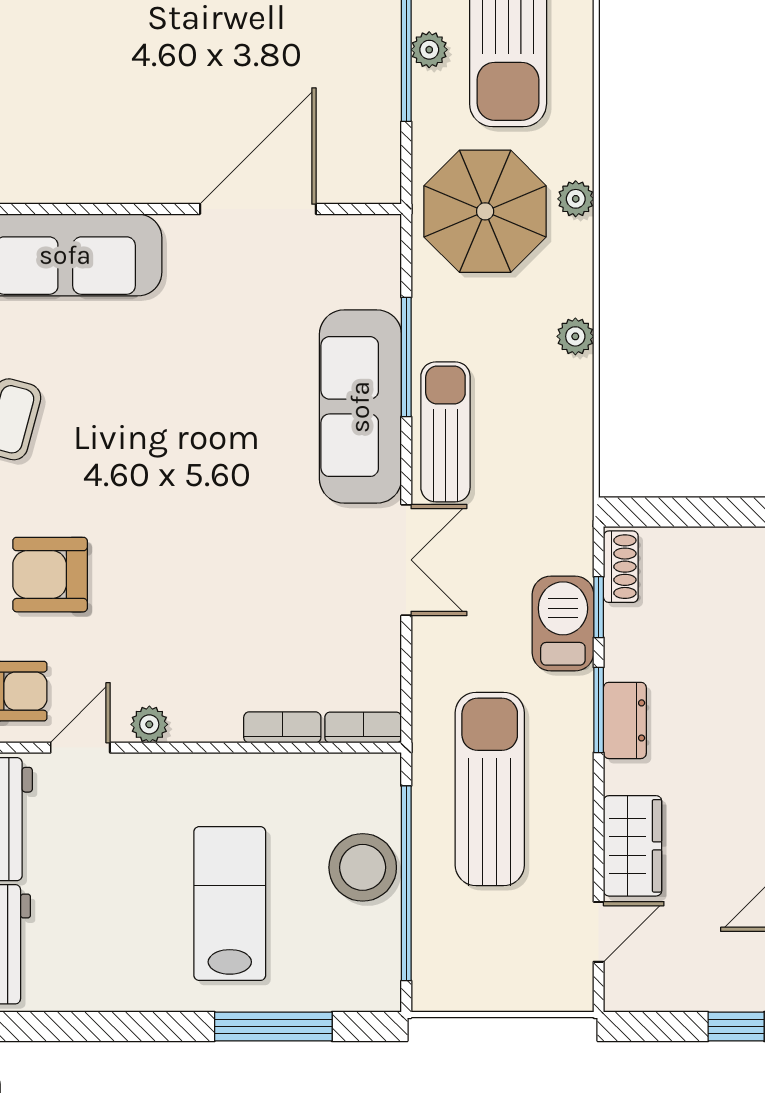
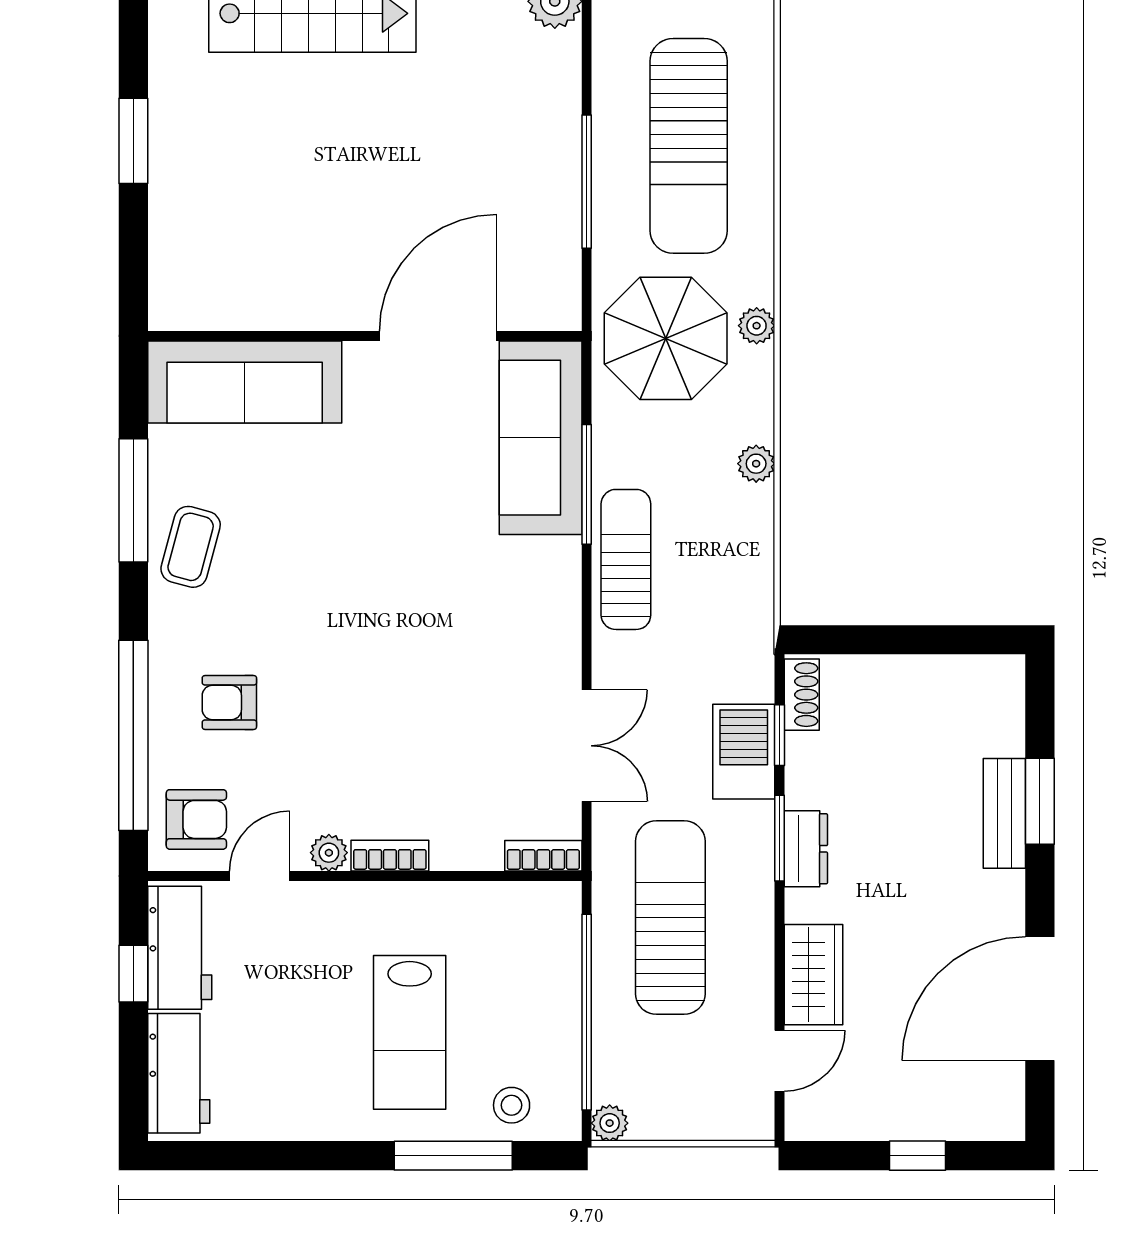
plant: (429, 50) -> (610, 1123), moved
sofa: (360, 407) -> (541, 438), moved
double door: (406, 560) -> (587, 746), moved
armchair: (50, 575) -> (229, 702), width x0.72, depth x0.72
bookcase: (282, 727) -> (390, 856), moved
stool: (363, 867) -> (512, 1105), moved, width x0.53, depth x0.53
lab bench: (230, 904) -> (410, 1032), turned 180

